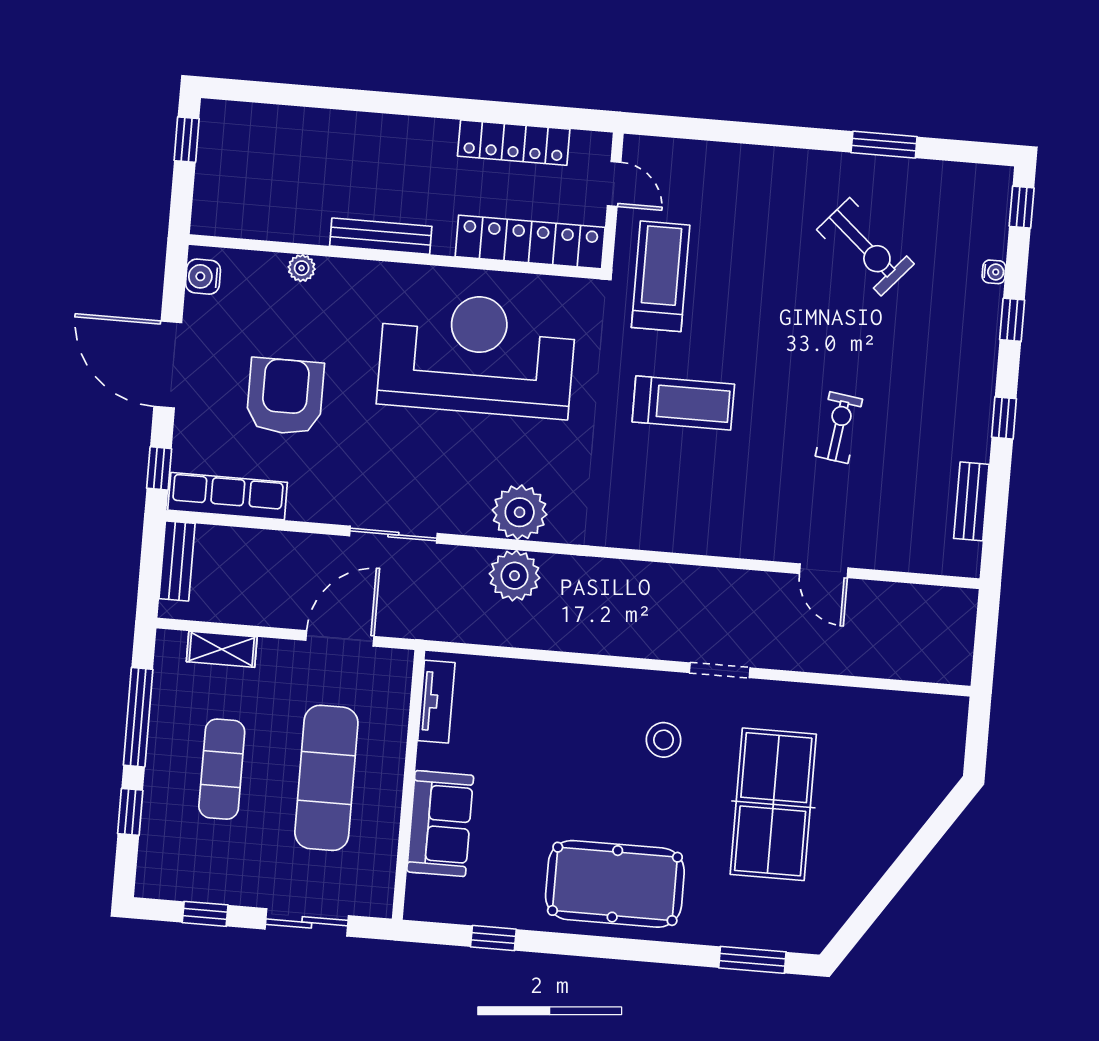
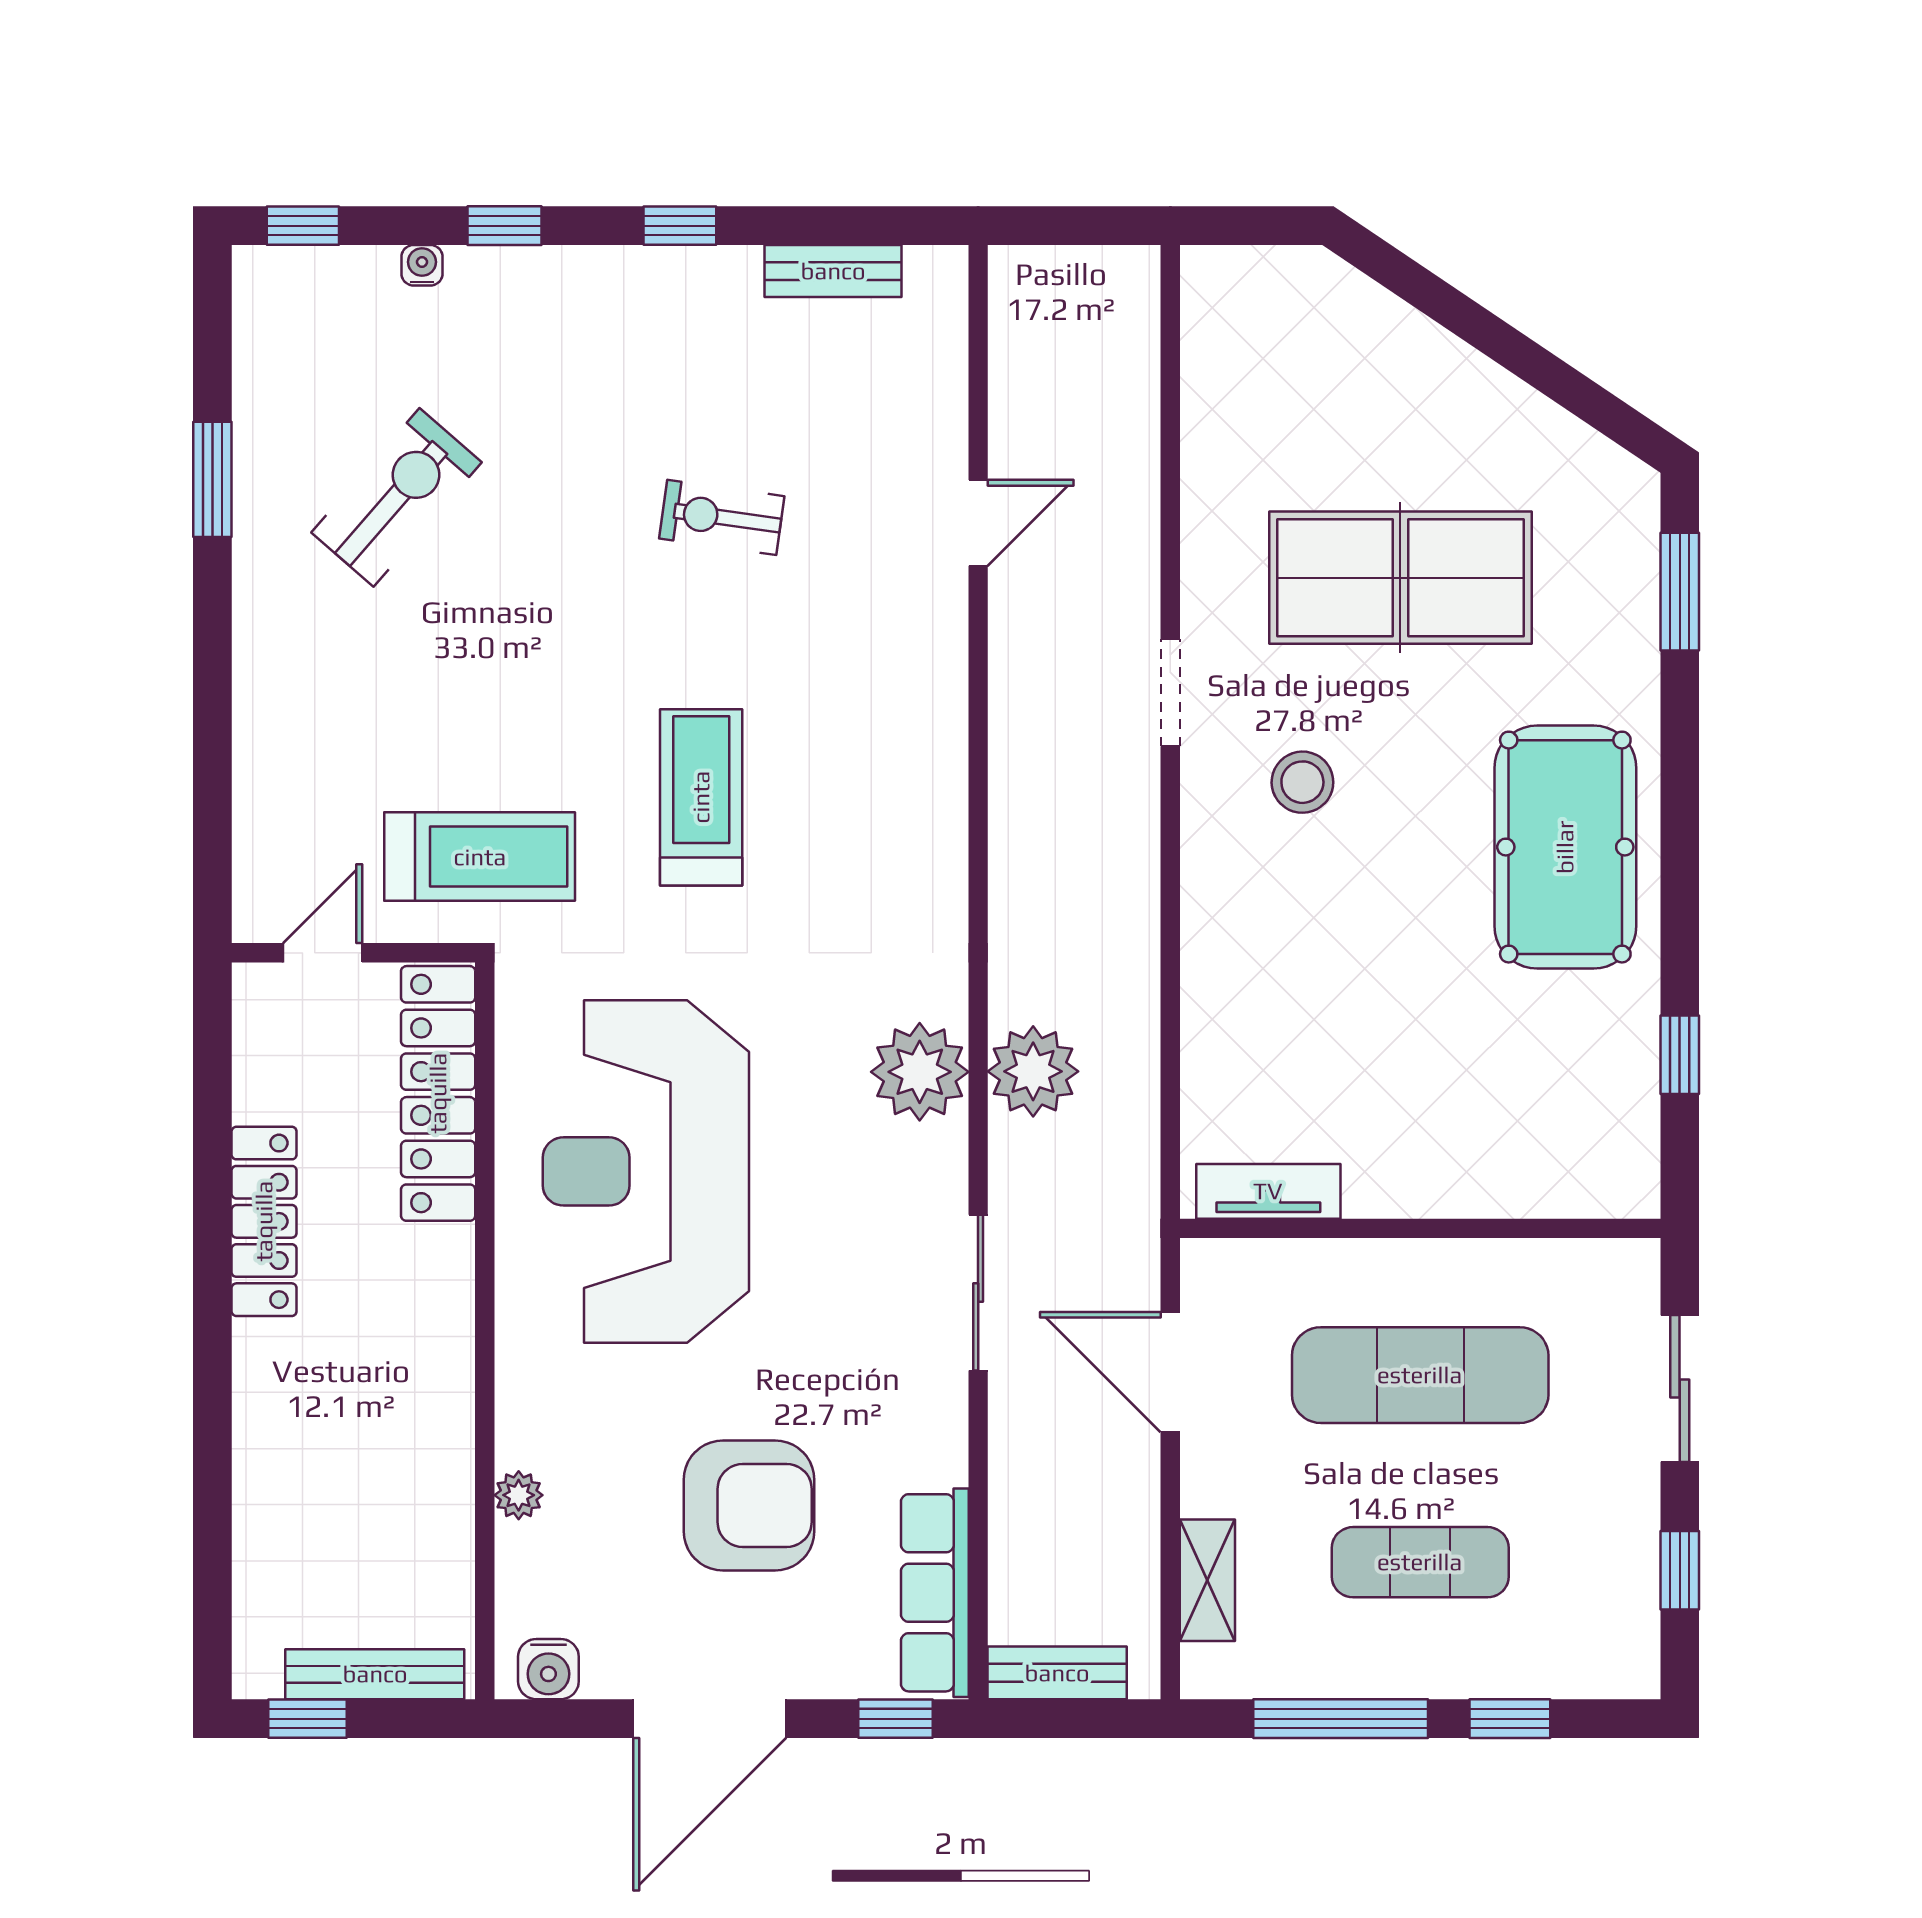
locker: (514, 143) -> (264, 1221), moved
bench: (381, 236) -> (375, 1674), moved, turned 90
treadmill: (661, 276) -> (480, 857), turned 180
armchair: (285, 396) -> (749, 1505), turned 180
sofa: (440, 824) -> (1484, 1166), removed

